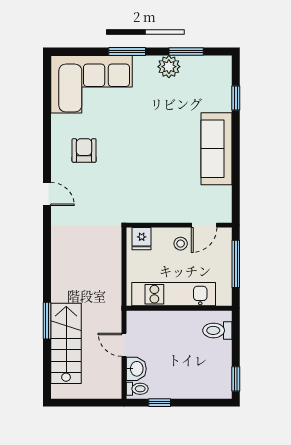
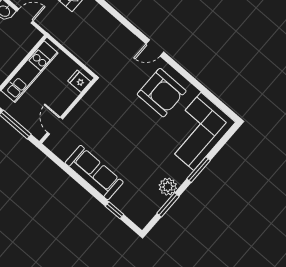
armchair: (84, 150) -> (162, 93), width x1.88, depth x1.88
stool: (181, 244) -> (56, 102), removed

